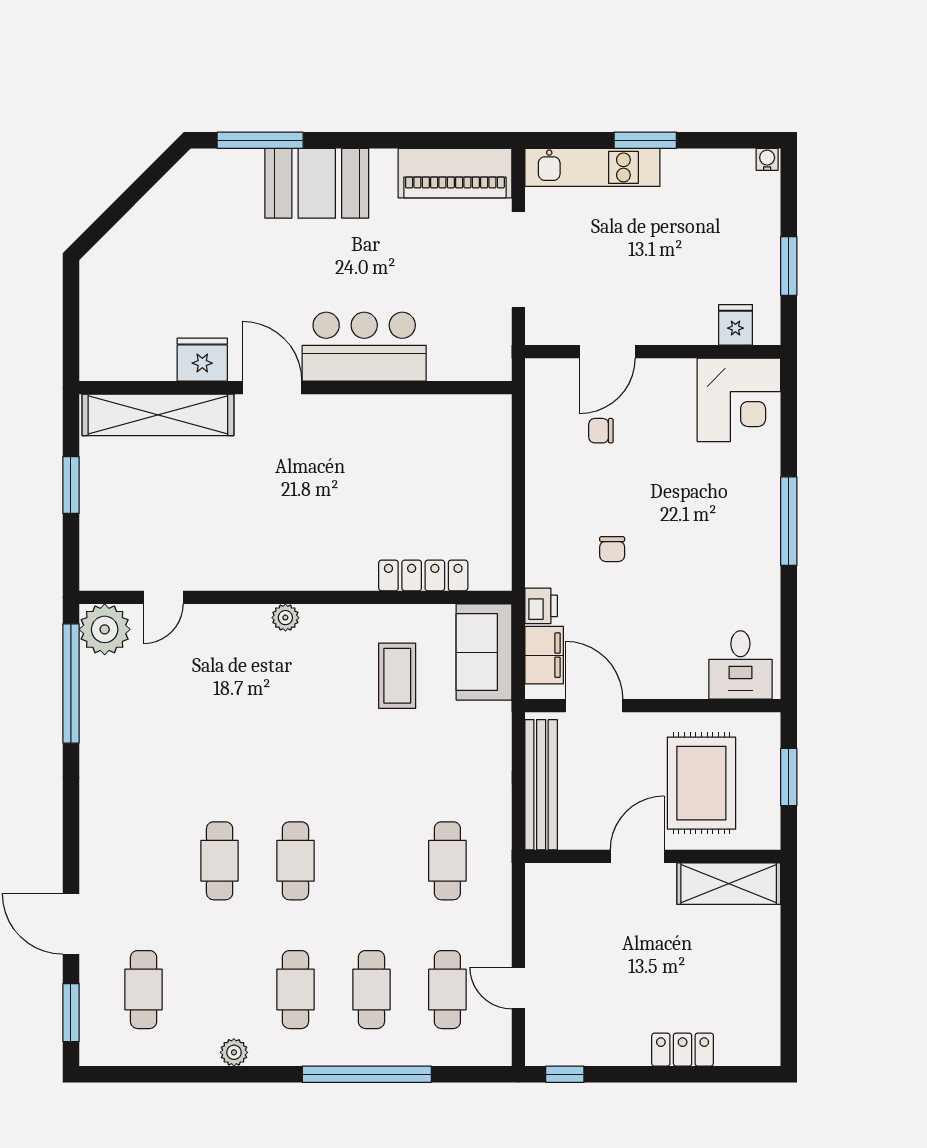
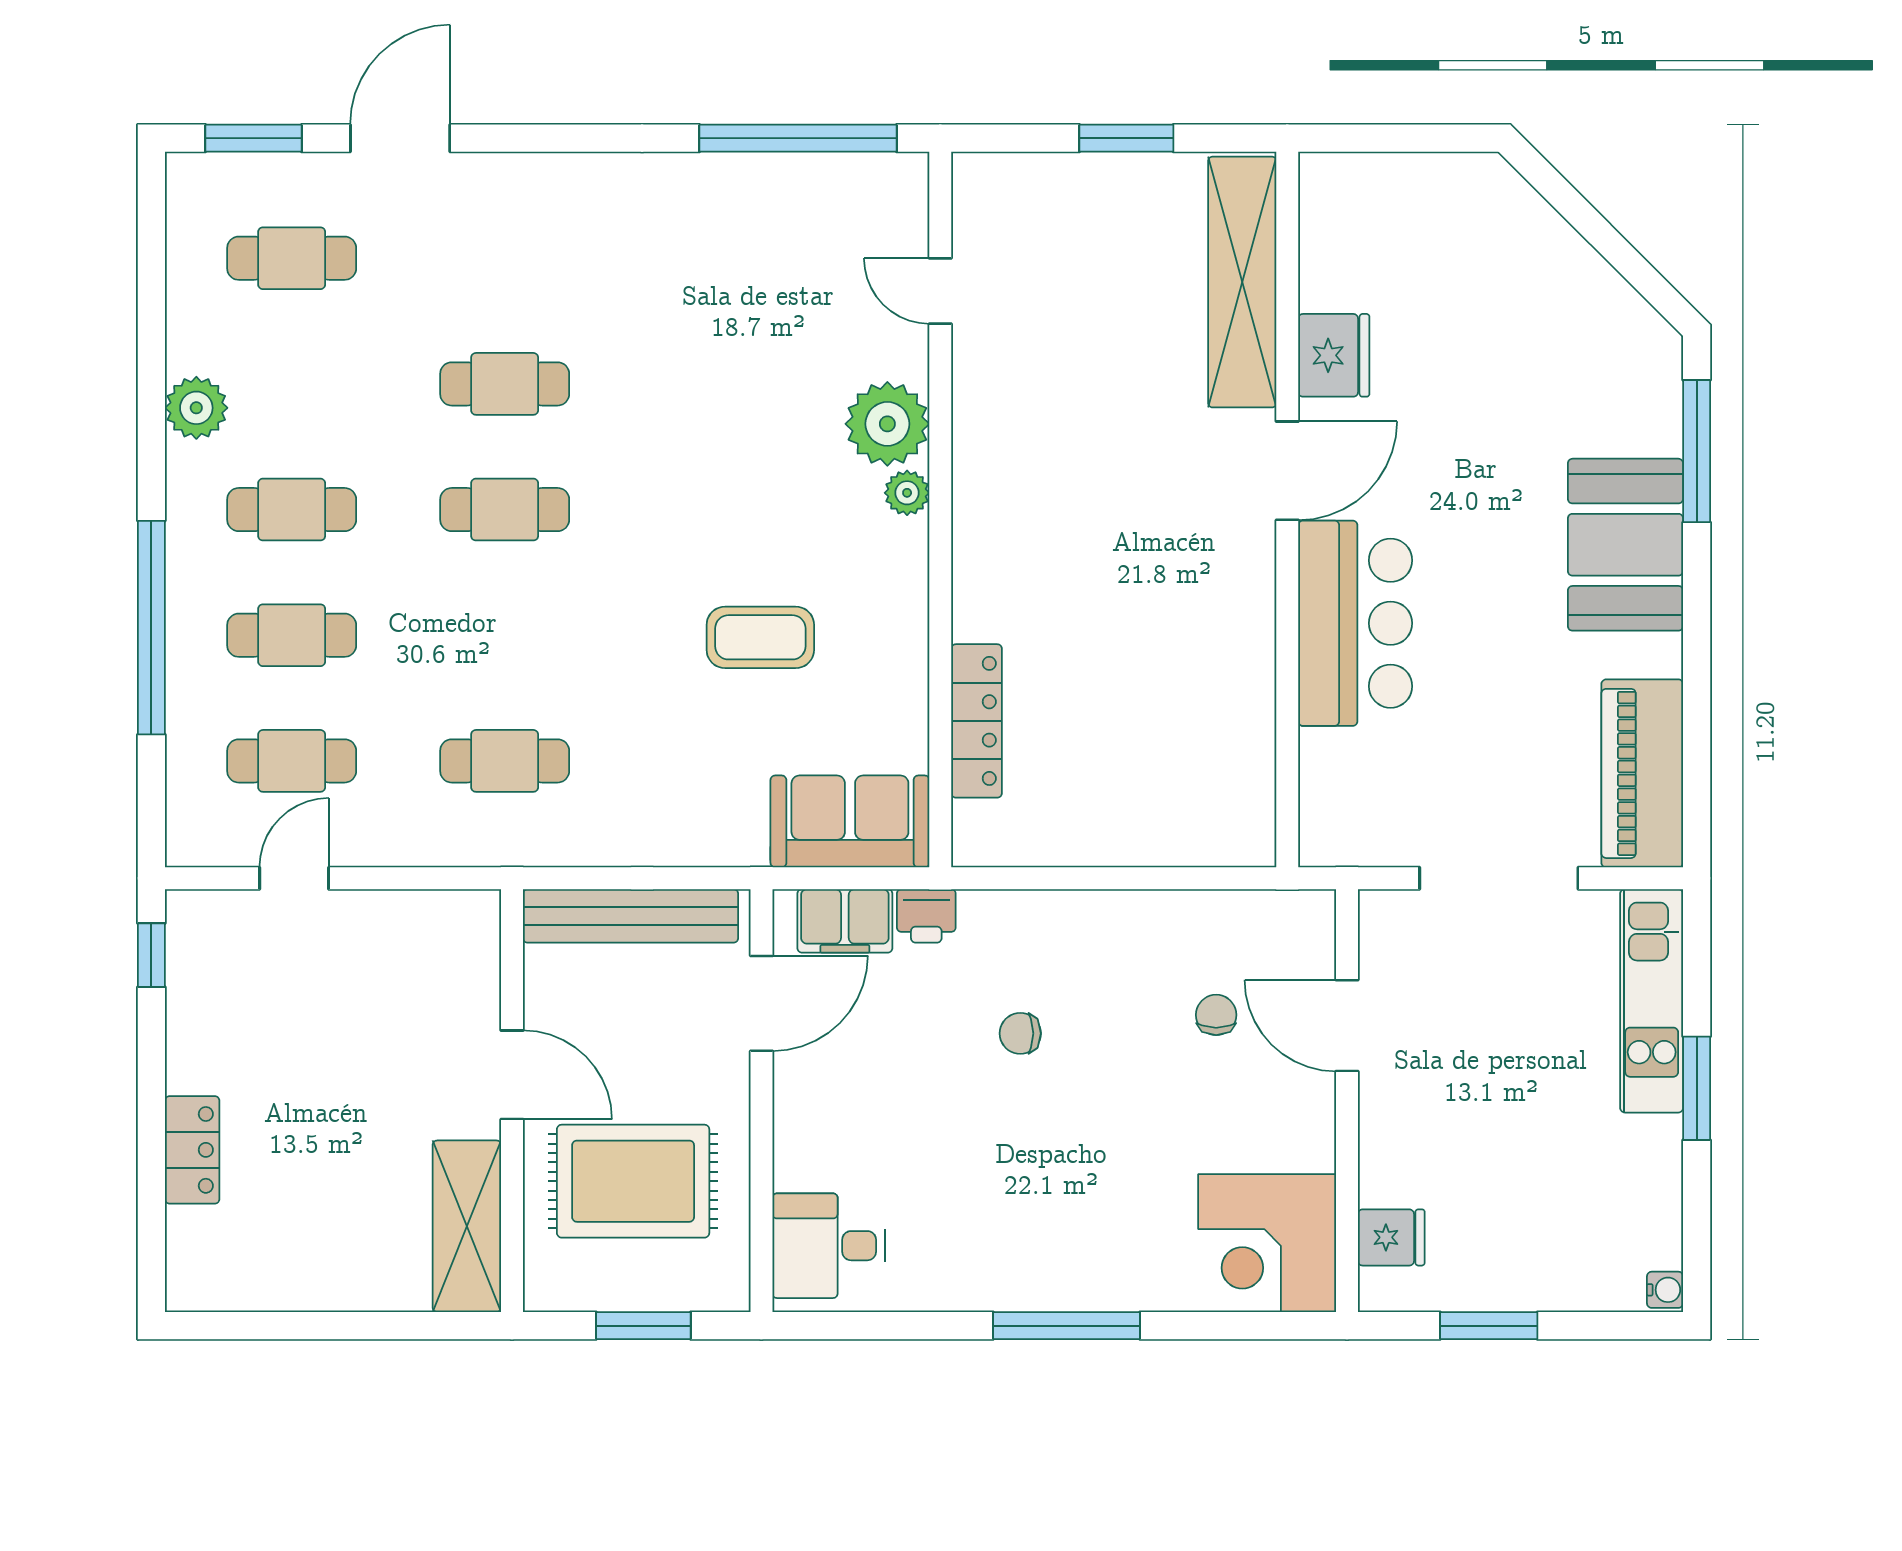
plant: (105, 629) -> (887, 424), moved
coffee table: (397, 676) -> (760, 637), moved
plant: (234, 1052) -> (196, 408), width x1.38, depth x1.38

